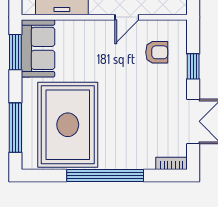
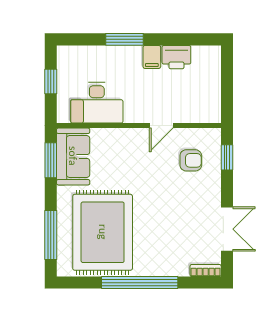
window: (193, 66) -> (227, 157), moved

